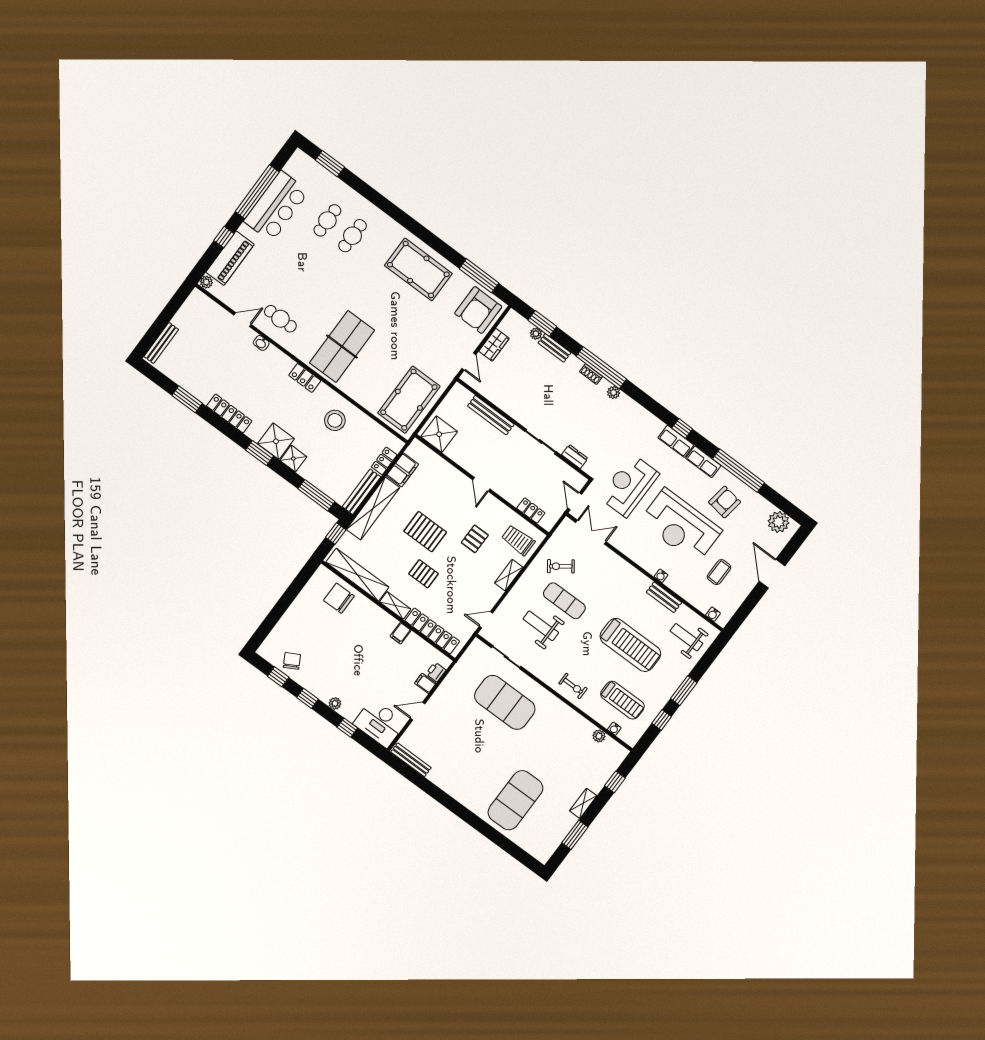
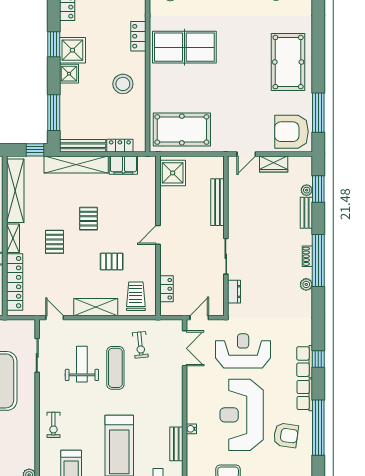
pallet: (425, 532) -> (88, 219), width x0.67, depth x0.71
exercise bike: (561, 566) -> (140, 345), turned -150
shelving: (509, 575) -> (96, 307), width x1.50, depth x1.33

